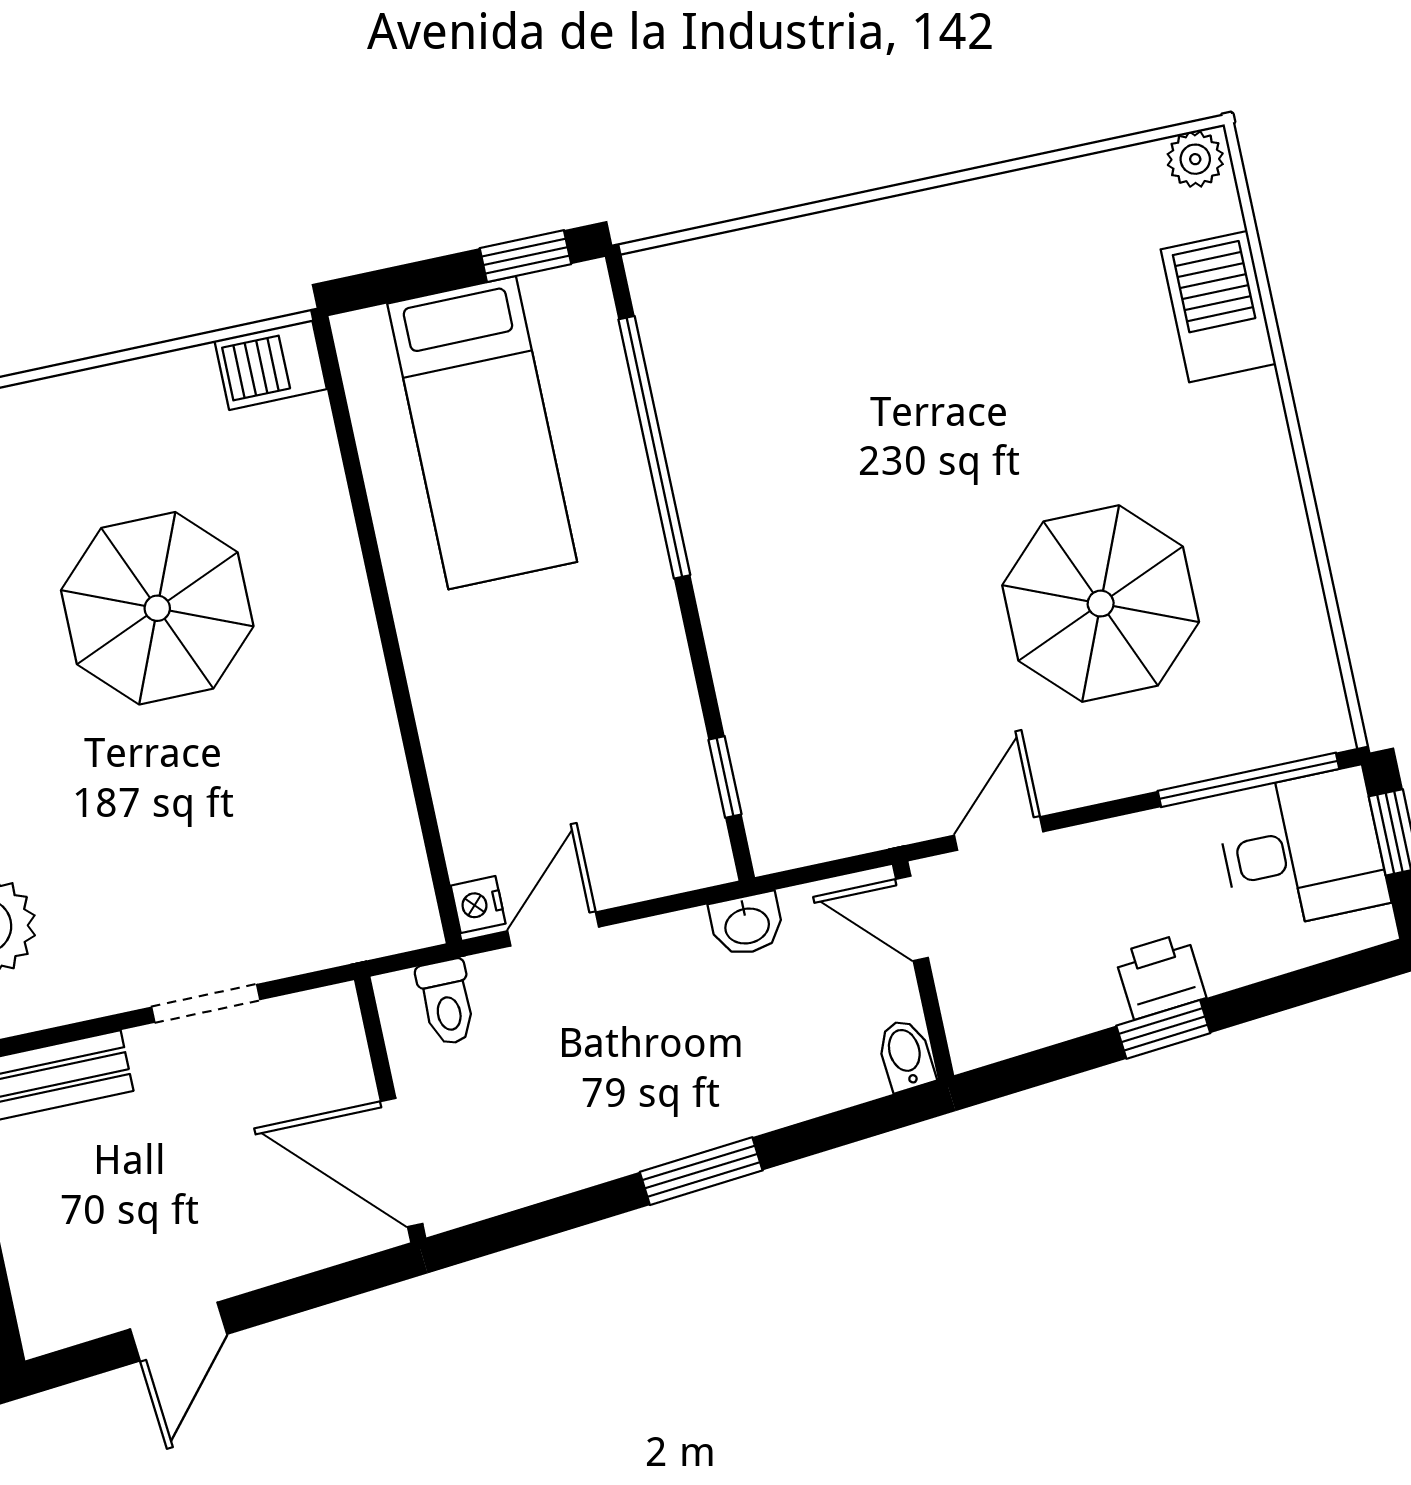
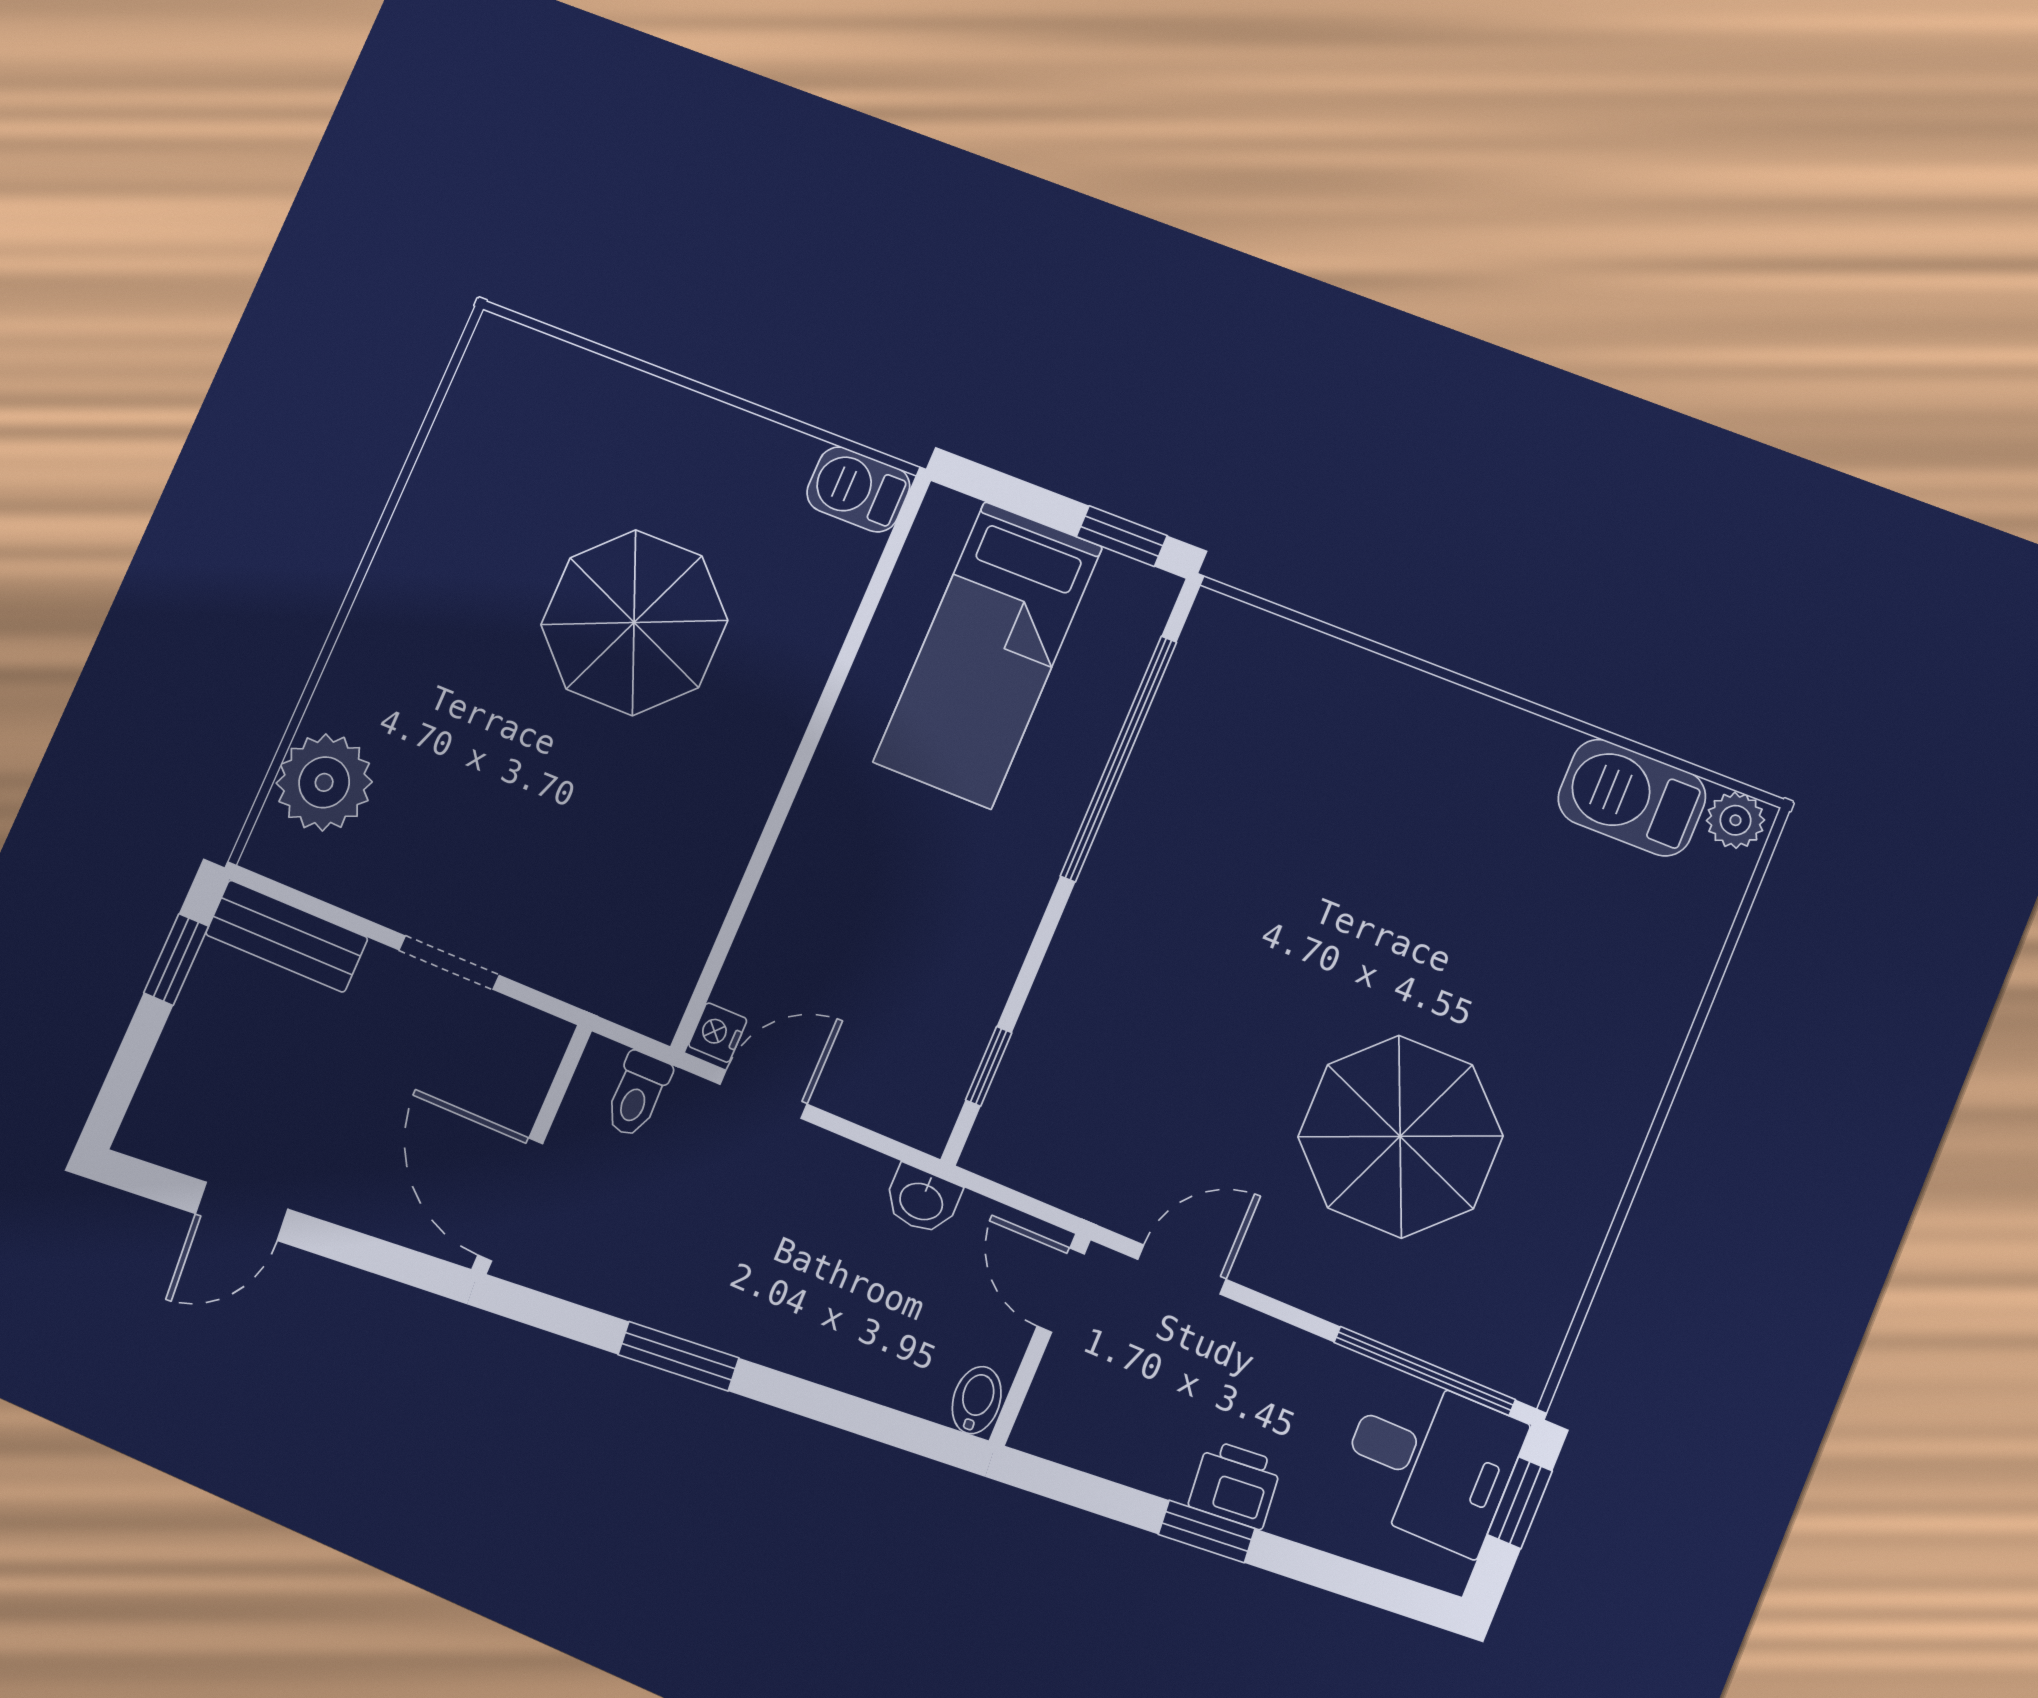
barbecue: (1218, 307) -> (1632, 798), moved, turned -90
window: (701, 1171) -> (678, 1356), moved

